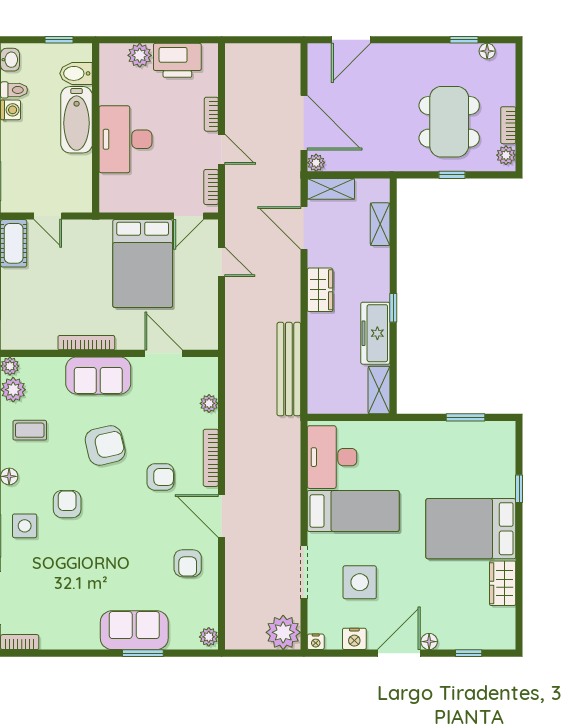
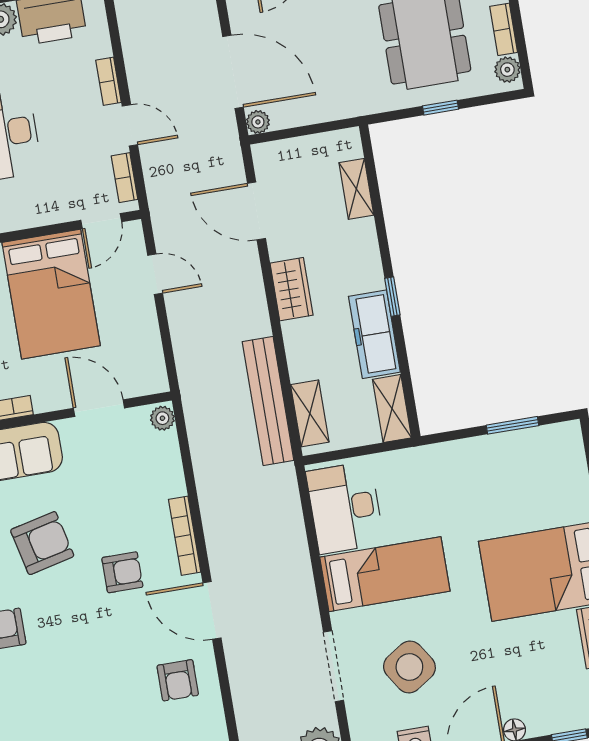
shelving: (331, 189) -> (310, 413), moved, turned 90
plant: (209, 403) -> (162, 418), moved
side table: (360, 582) -> (409, 667), turned -33

